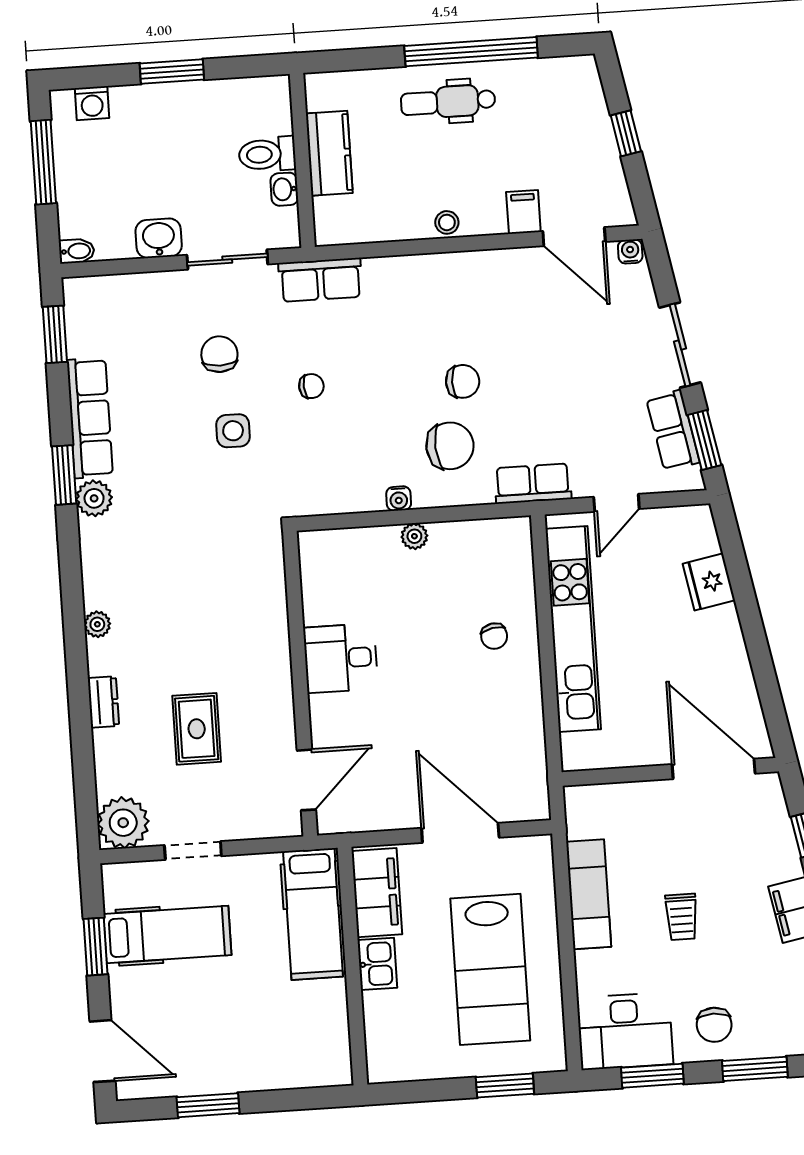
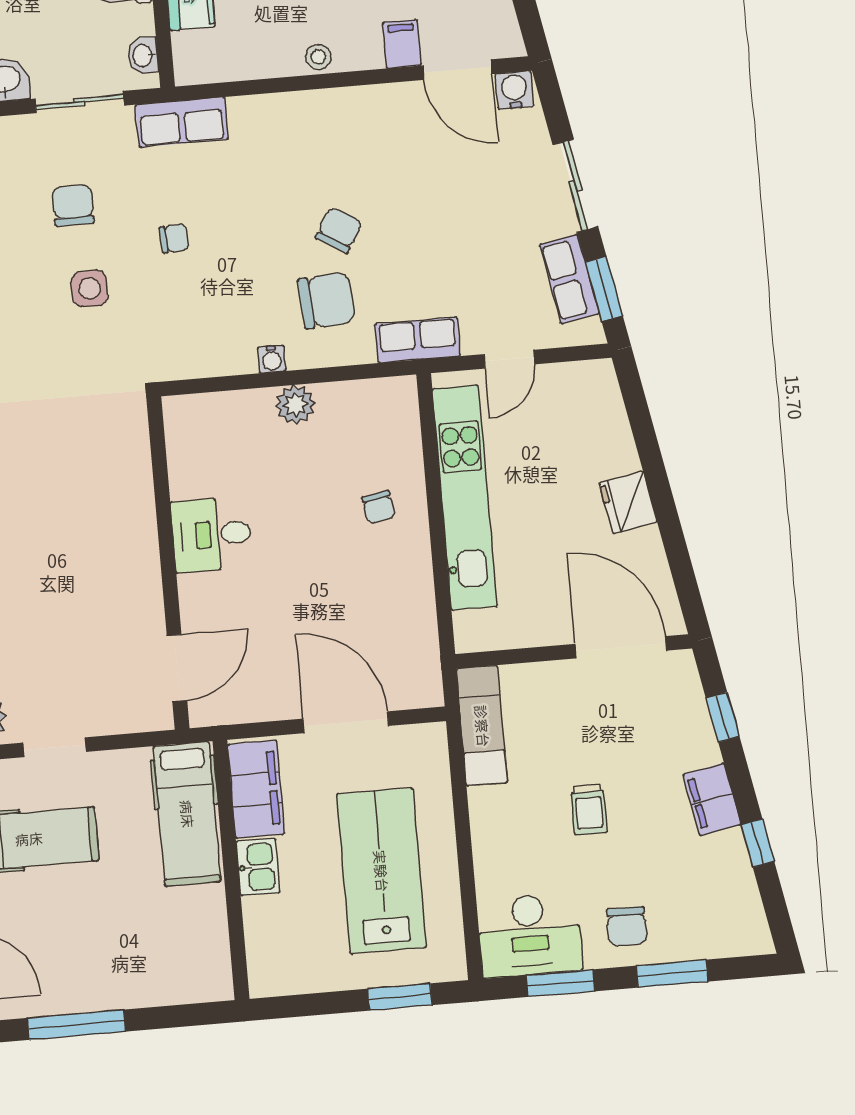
washbasin: (284, 189) -> (143, 55), moved
water cooler: (630, 251) -> (514, 90), width x1.38, depth x1.38
chair: (463, 381) -> (339, 230), turned -59
plant: (414, 536) -> (295, 405), width x1.38, depth x1.38
fridge: (709, 582) -> (628, 502), moved
rug: (197, 729) -> (56, 614), removed
exam couch: (589, 894) -> (482, 726), moved
lab bench: (490, 969) -> (381, 871), turned 180
window: (208, 1105) -> (76, 1025), width x1.44

